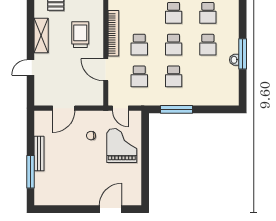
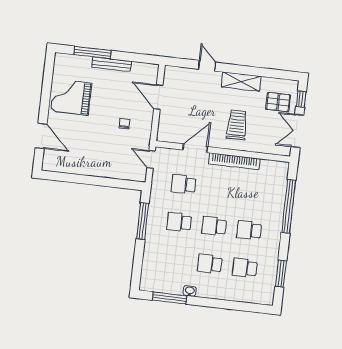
trolley: (80, 35) -> (237, 125), turned -90
school desk: (139, 45) -> (219, 188), removed
window: (243, 54) -> (169, 298), moved
door: (120, 108) -> (151, 159), hinge flipped
grand piano: (122, 146) -> (71, 97), moved, turned 180

